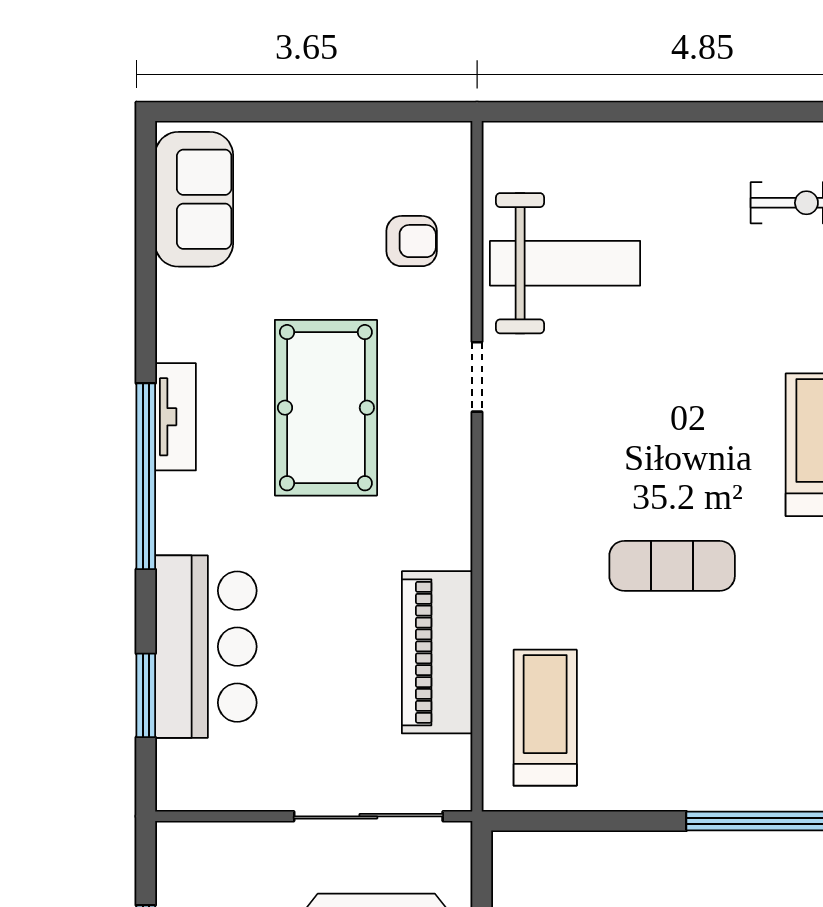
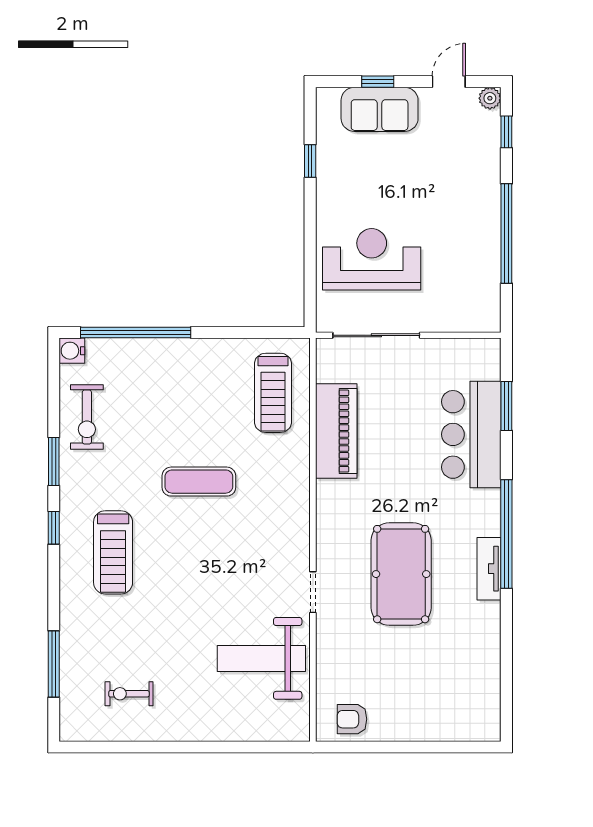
sofa: (194, 199) -> (478, 696), removed
armchair: (412, 241) -> (352, 719), moved

